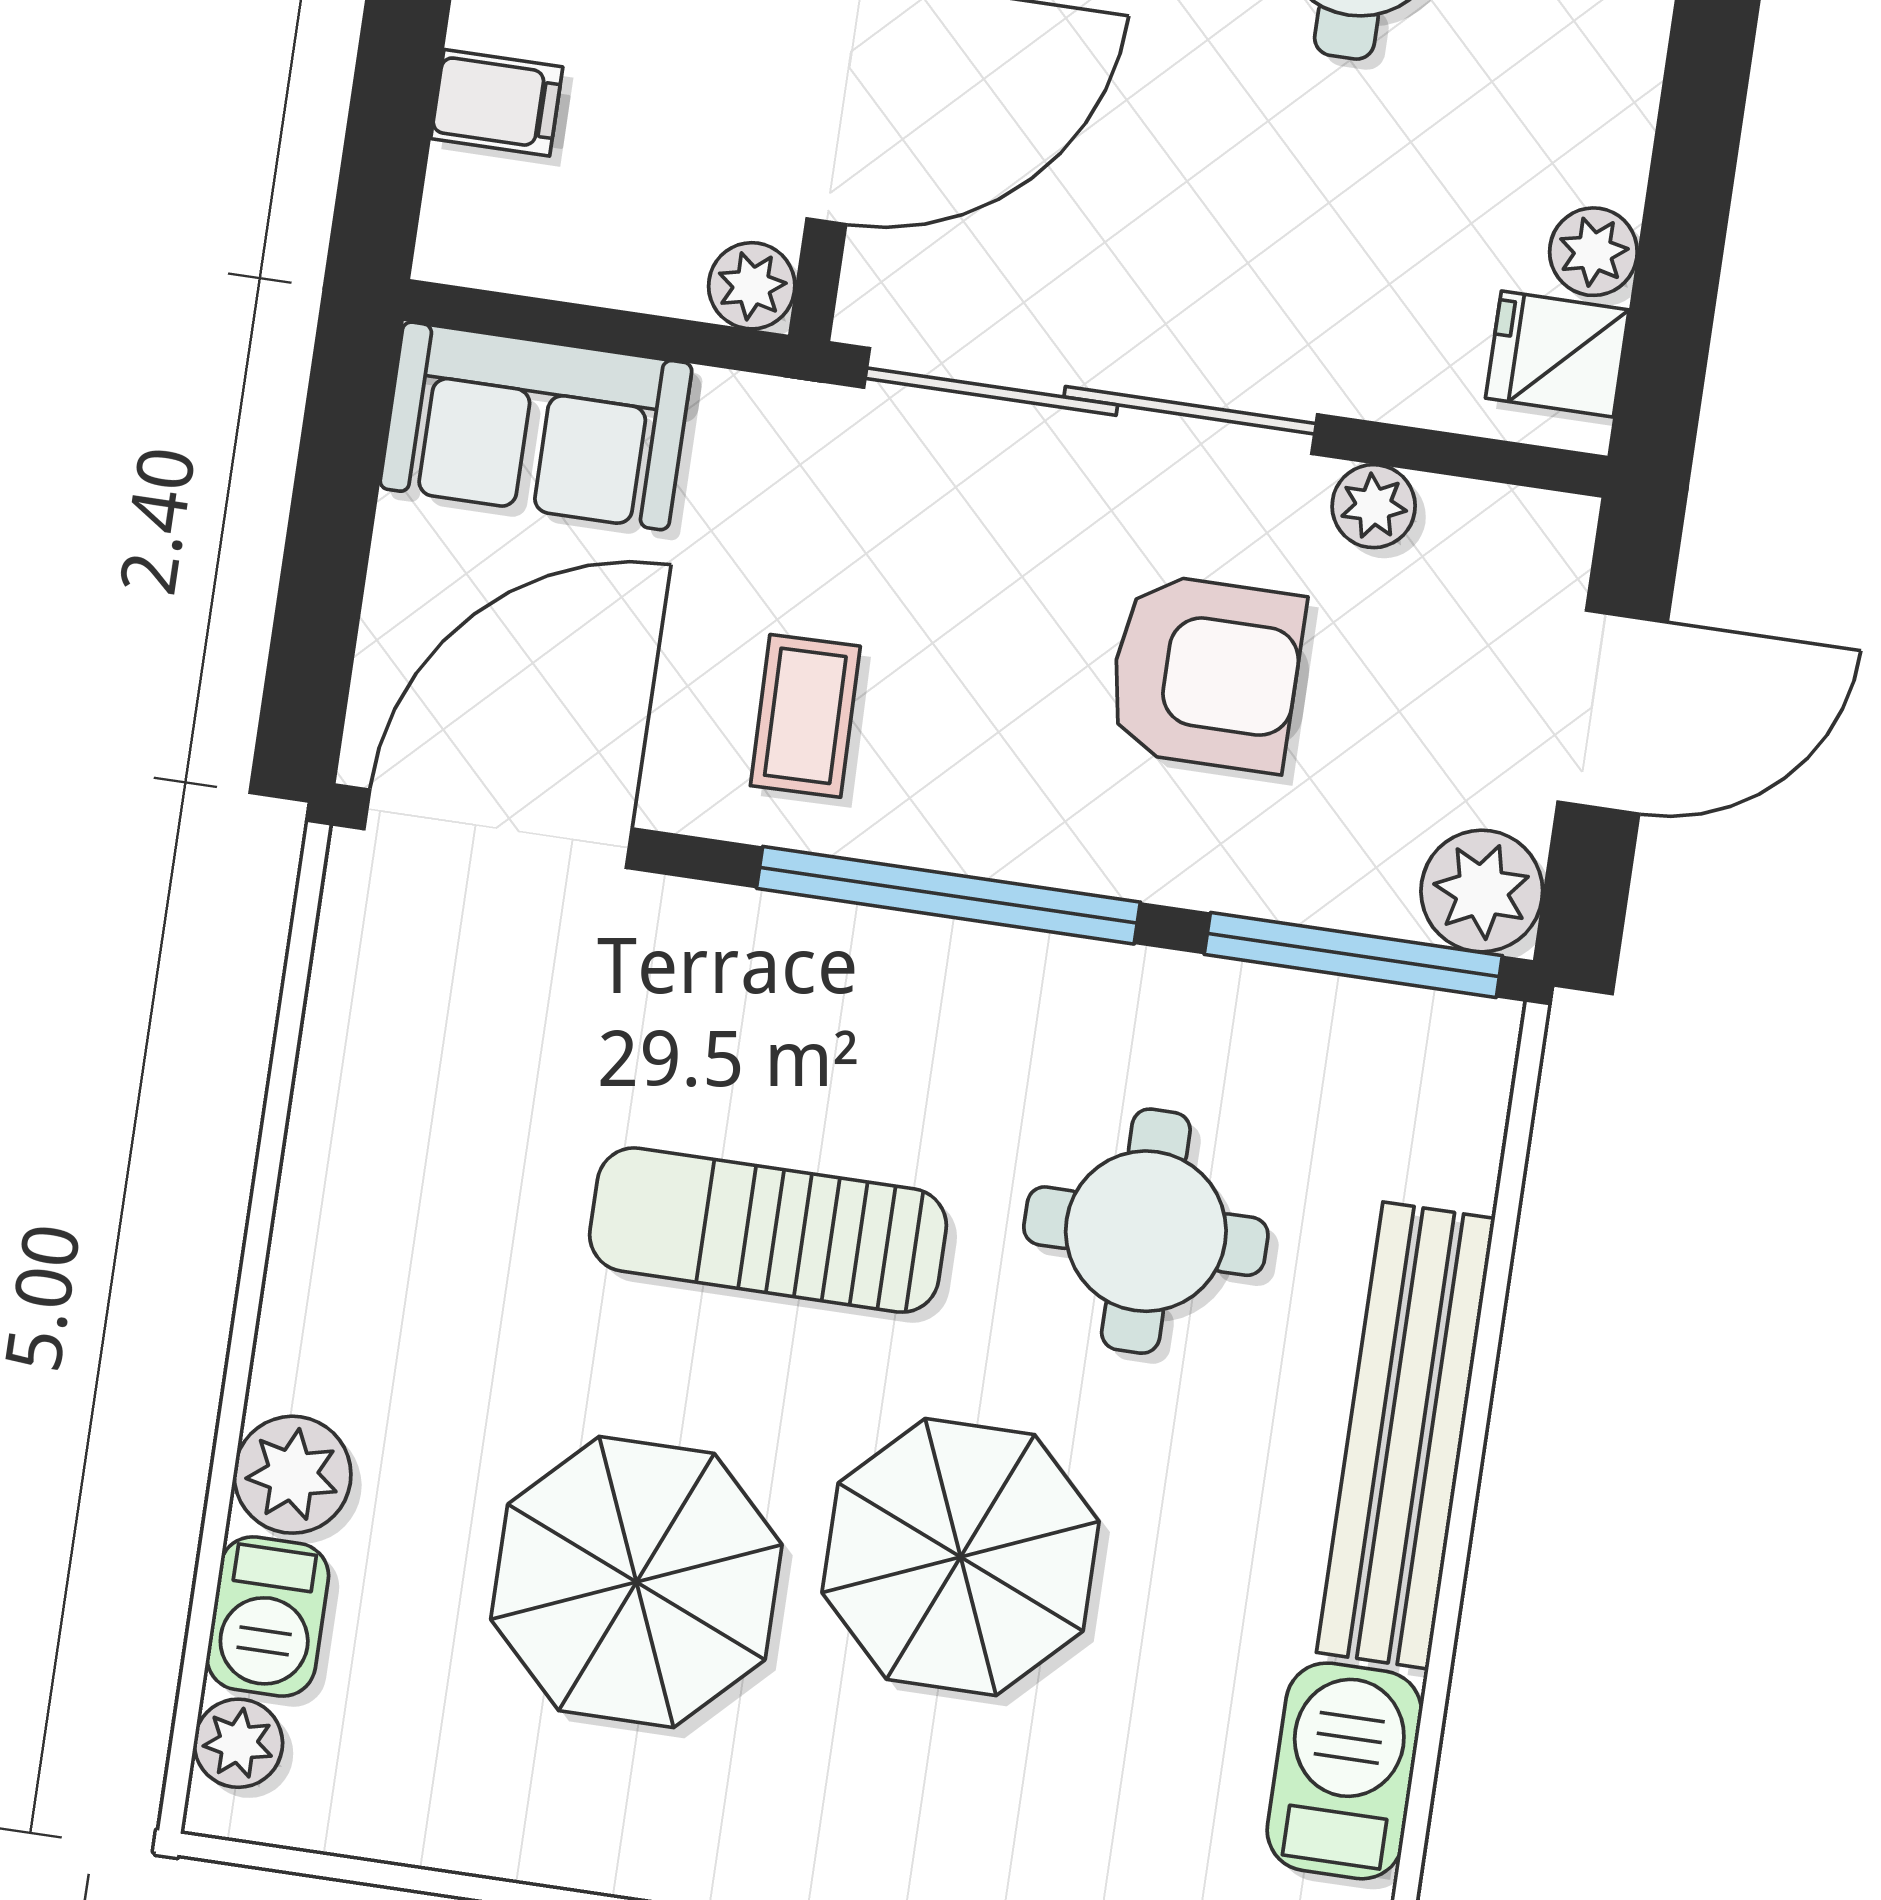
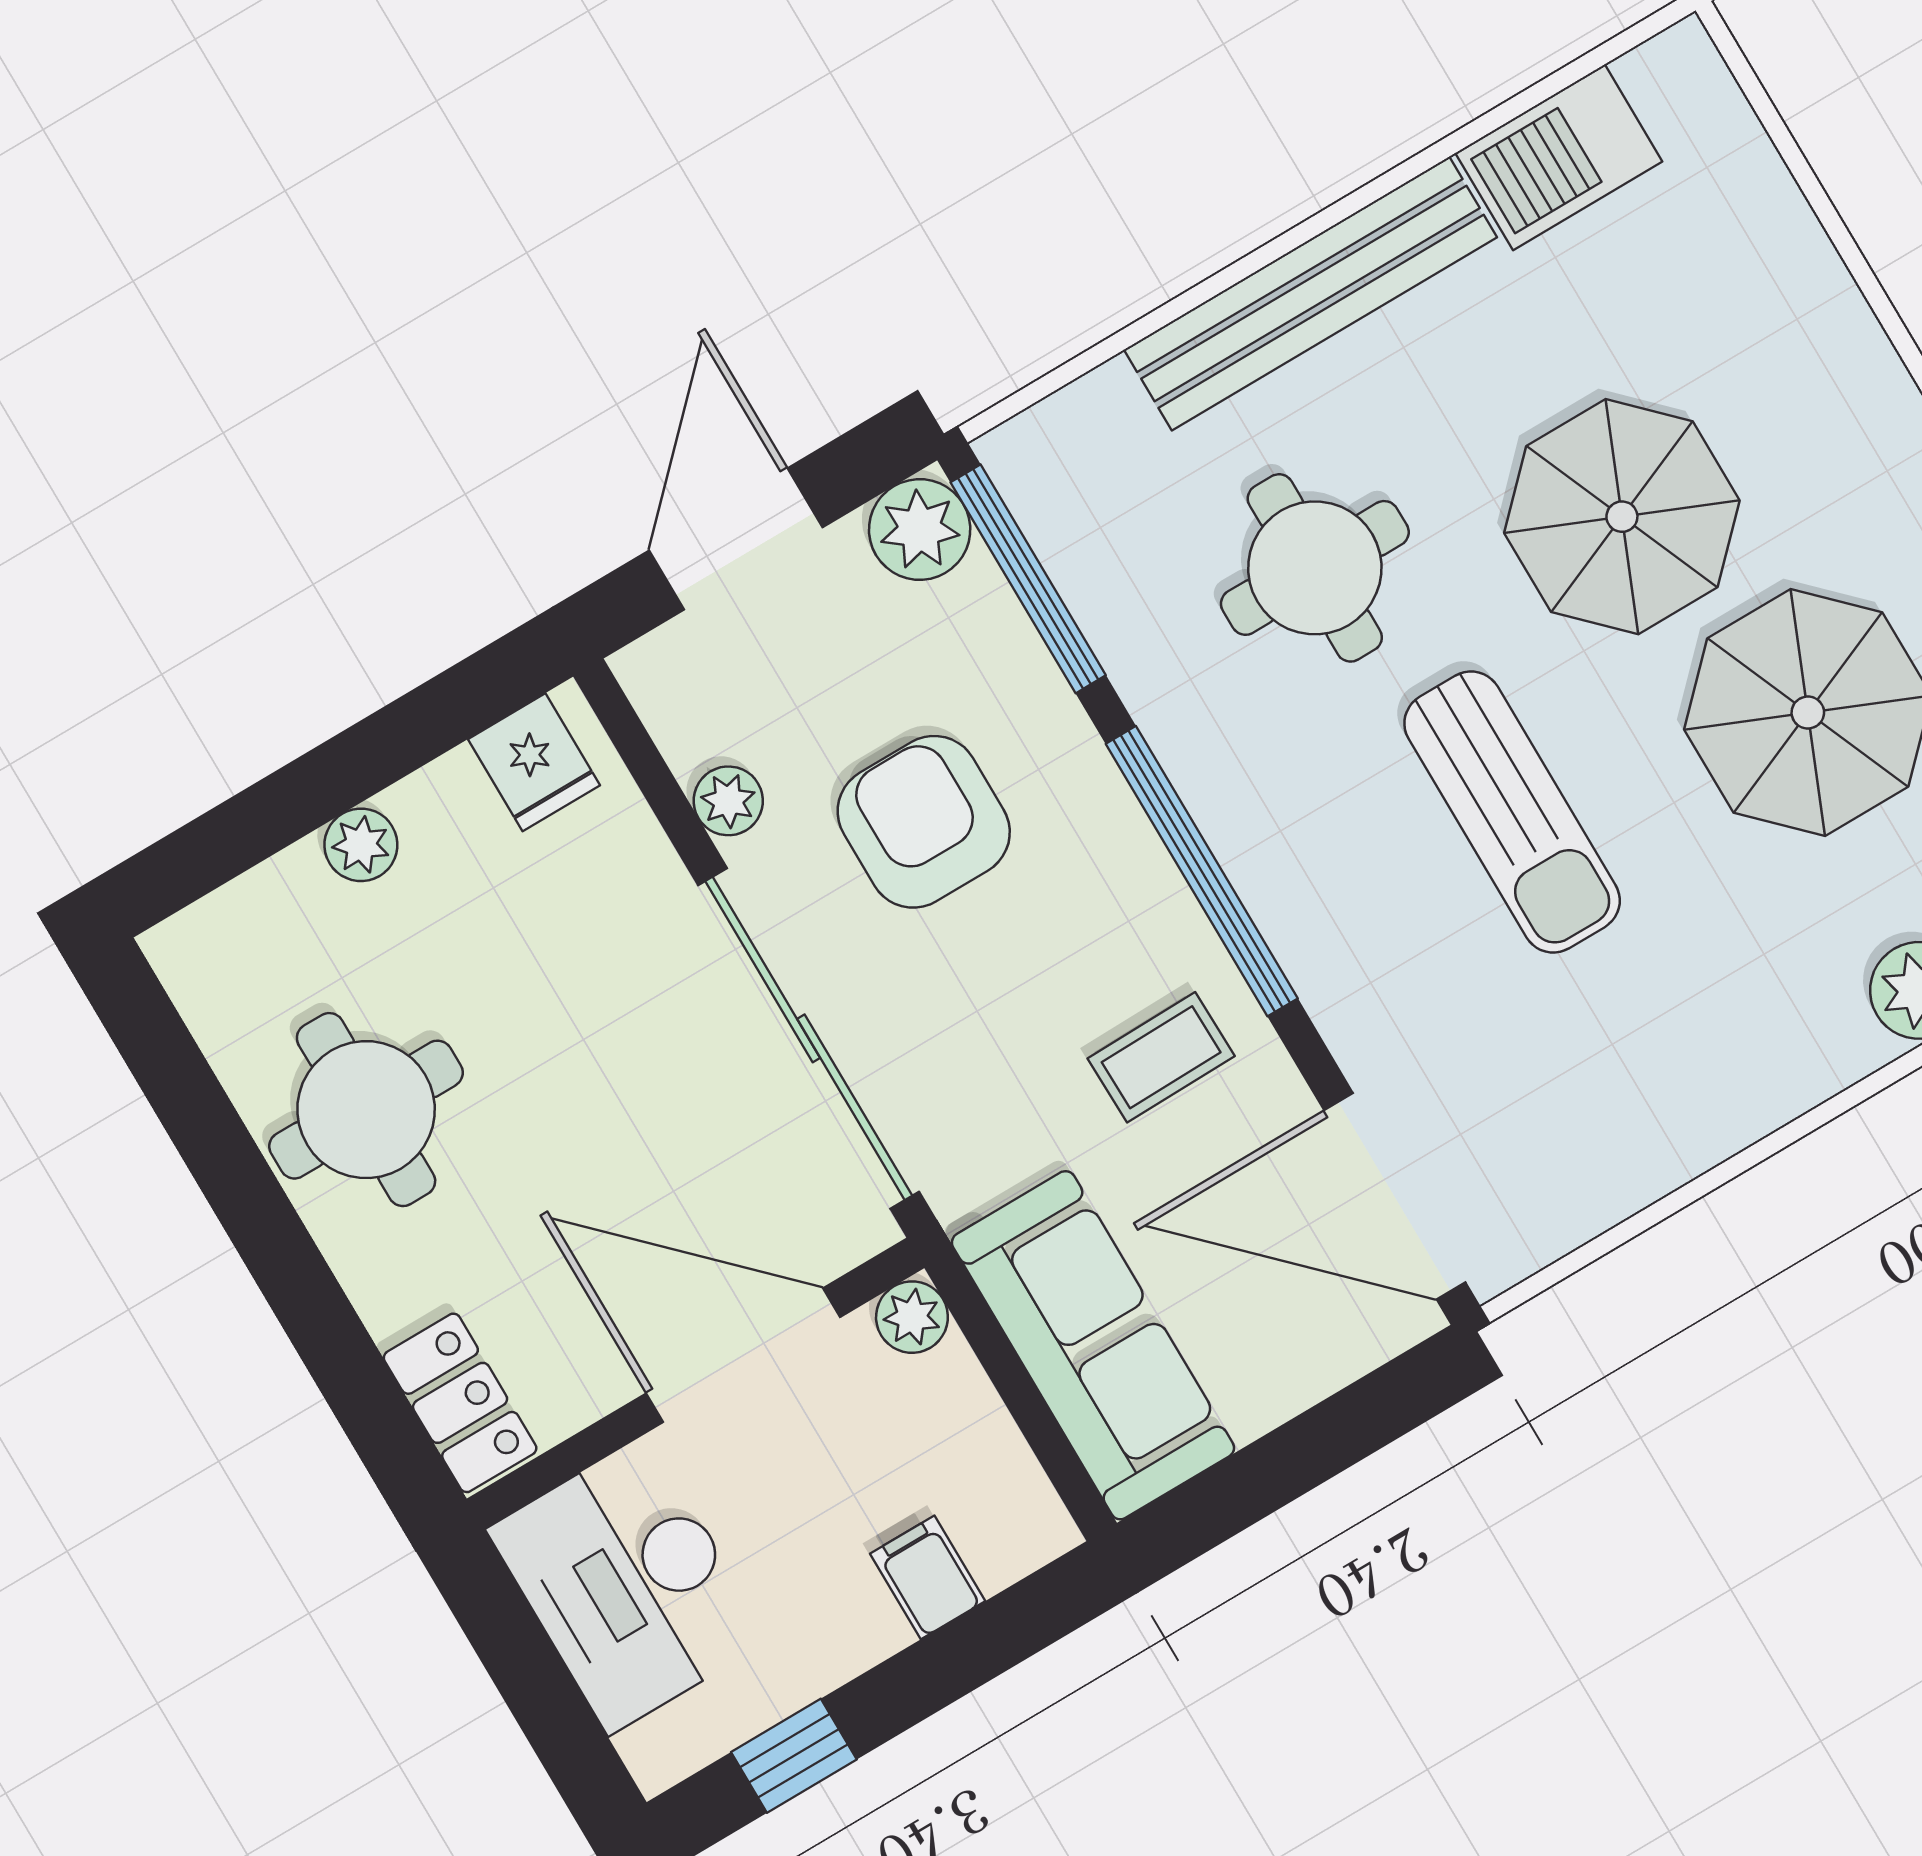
plant: (1593, 252) -> (361, 845), moved
sofa: (536, 426) -> (1093, 1345), width x1.36
door: (1613, 712) -> (736, 539), hinge flipped

